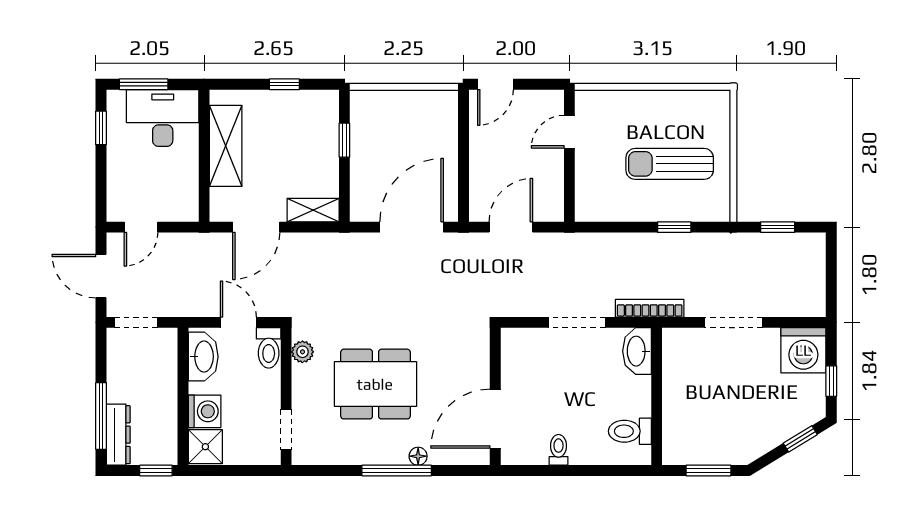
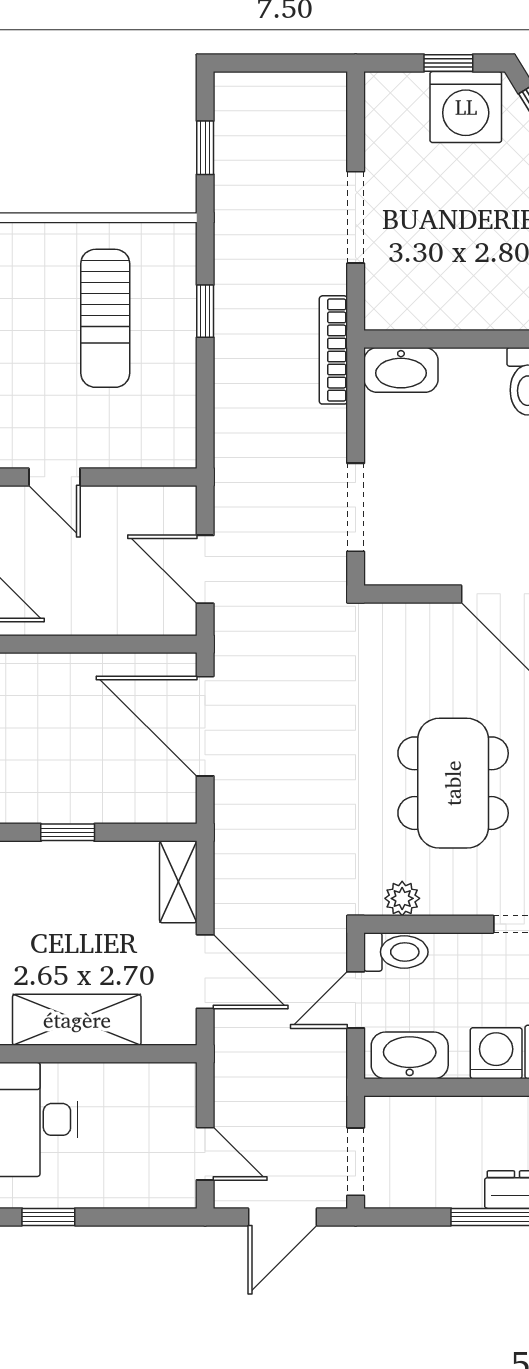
doorway: (577, 322) -> (356, 507), moved
washing machine: (803, 350) -> (466, 107), moved, turned 90

